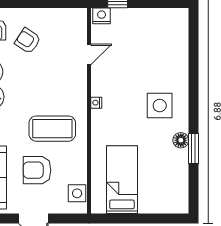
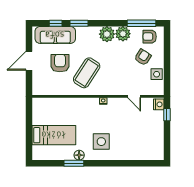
coffee table: (52, 129) -> (87, 73), turned 33
bed: (122, 180) -> (54, 135), moved
side table: (77, 193) -> (157, 74), moved

